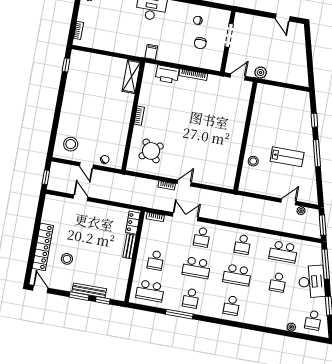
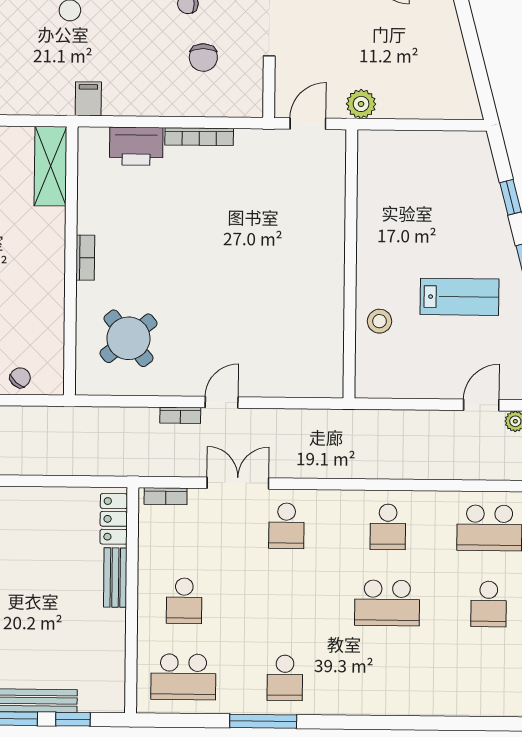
school desk: (196, 268) -> (286, 602), removed
school desk: (232, 306) -> (386, 679), removed

